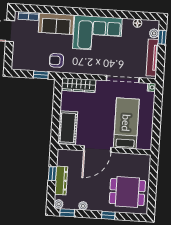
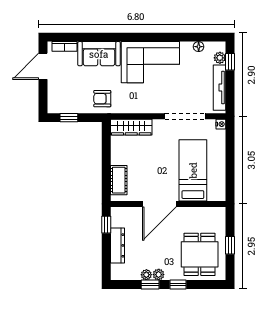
window: (41, 75) -> (69, 118), moved
cot: (68, 128) -> (119, 180), width x0.73, depth x0.75
window: (52, 174) -> (106, 225), moved
window: (153, 186) -> (230, 245), added
dining table: (127, 192) -> (200, 254), turned 90
plant: (59, 204) -> (159, 275), moved
window: (67, 213) -> (150, 284), moved

